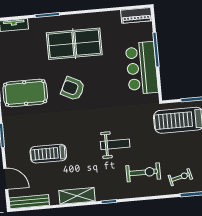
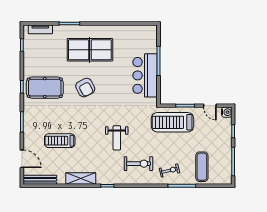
piano: (136, 15) -> (144, 31), removed
armchair: (73, 89) -> (85, 88), turned -144
weight bench: (115, 144) -> (117, 138), turned 90

